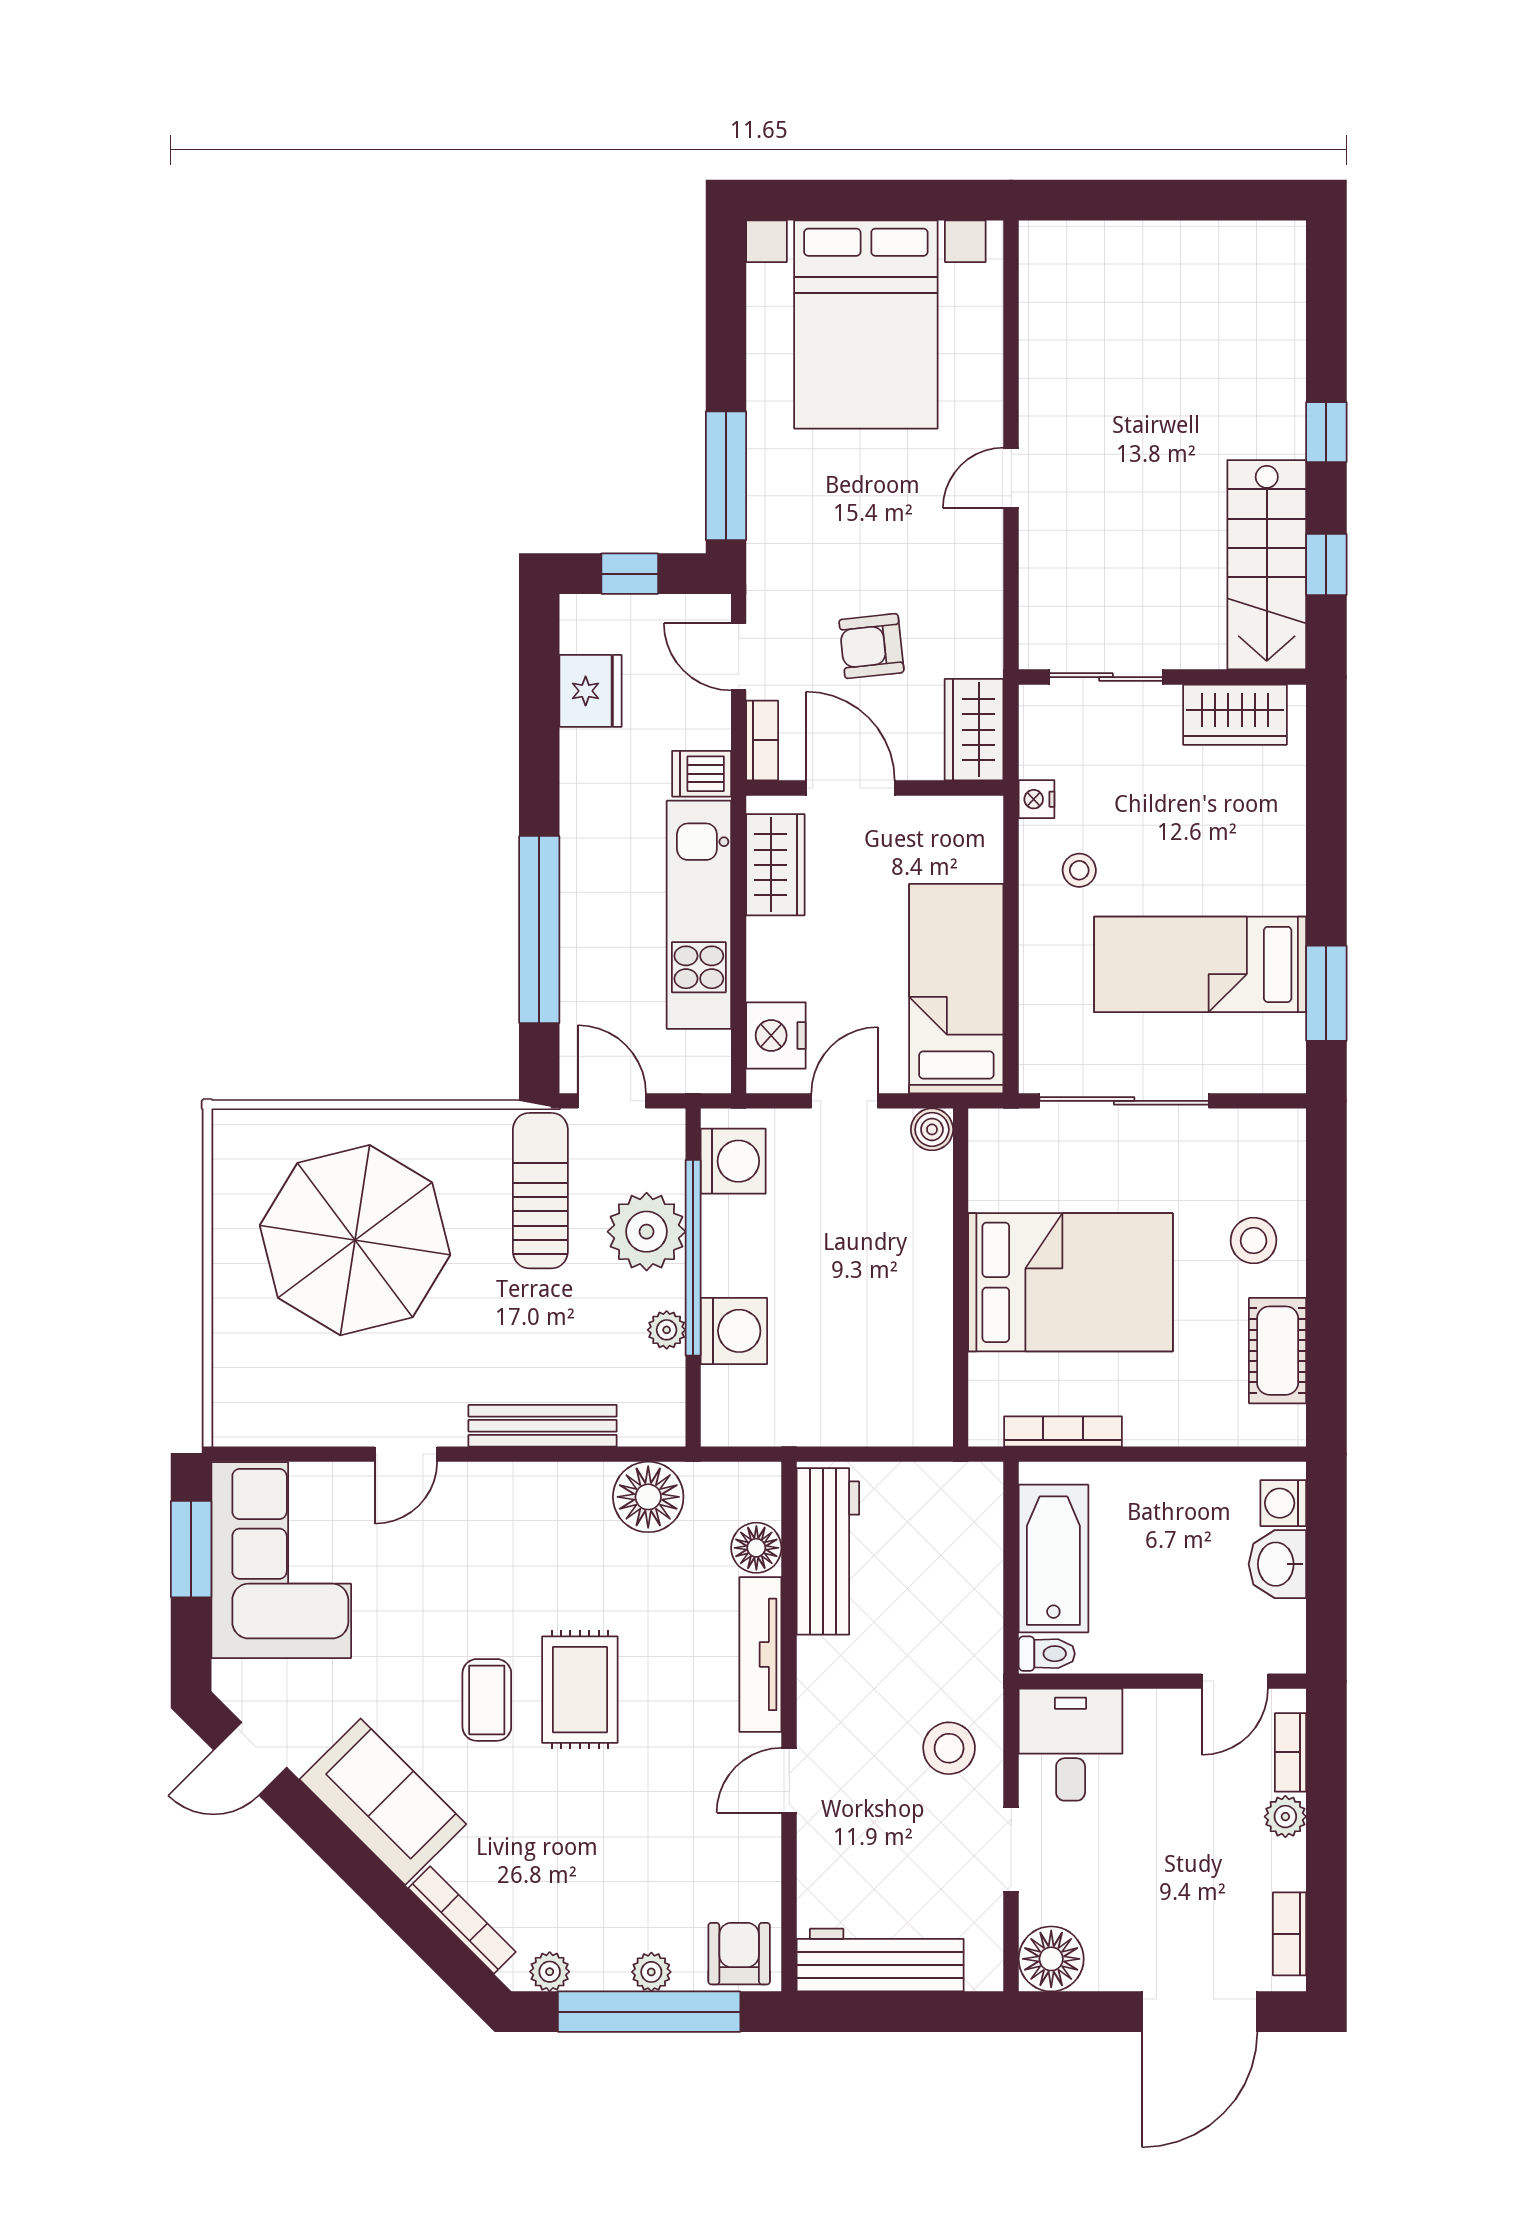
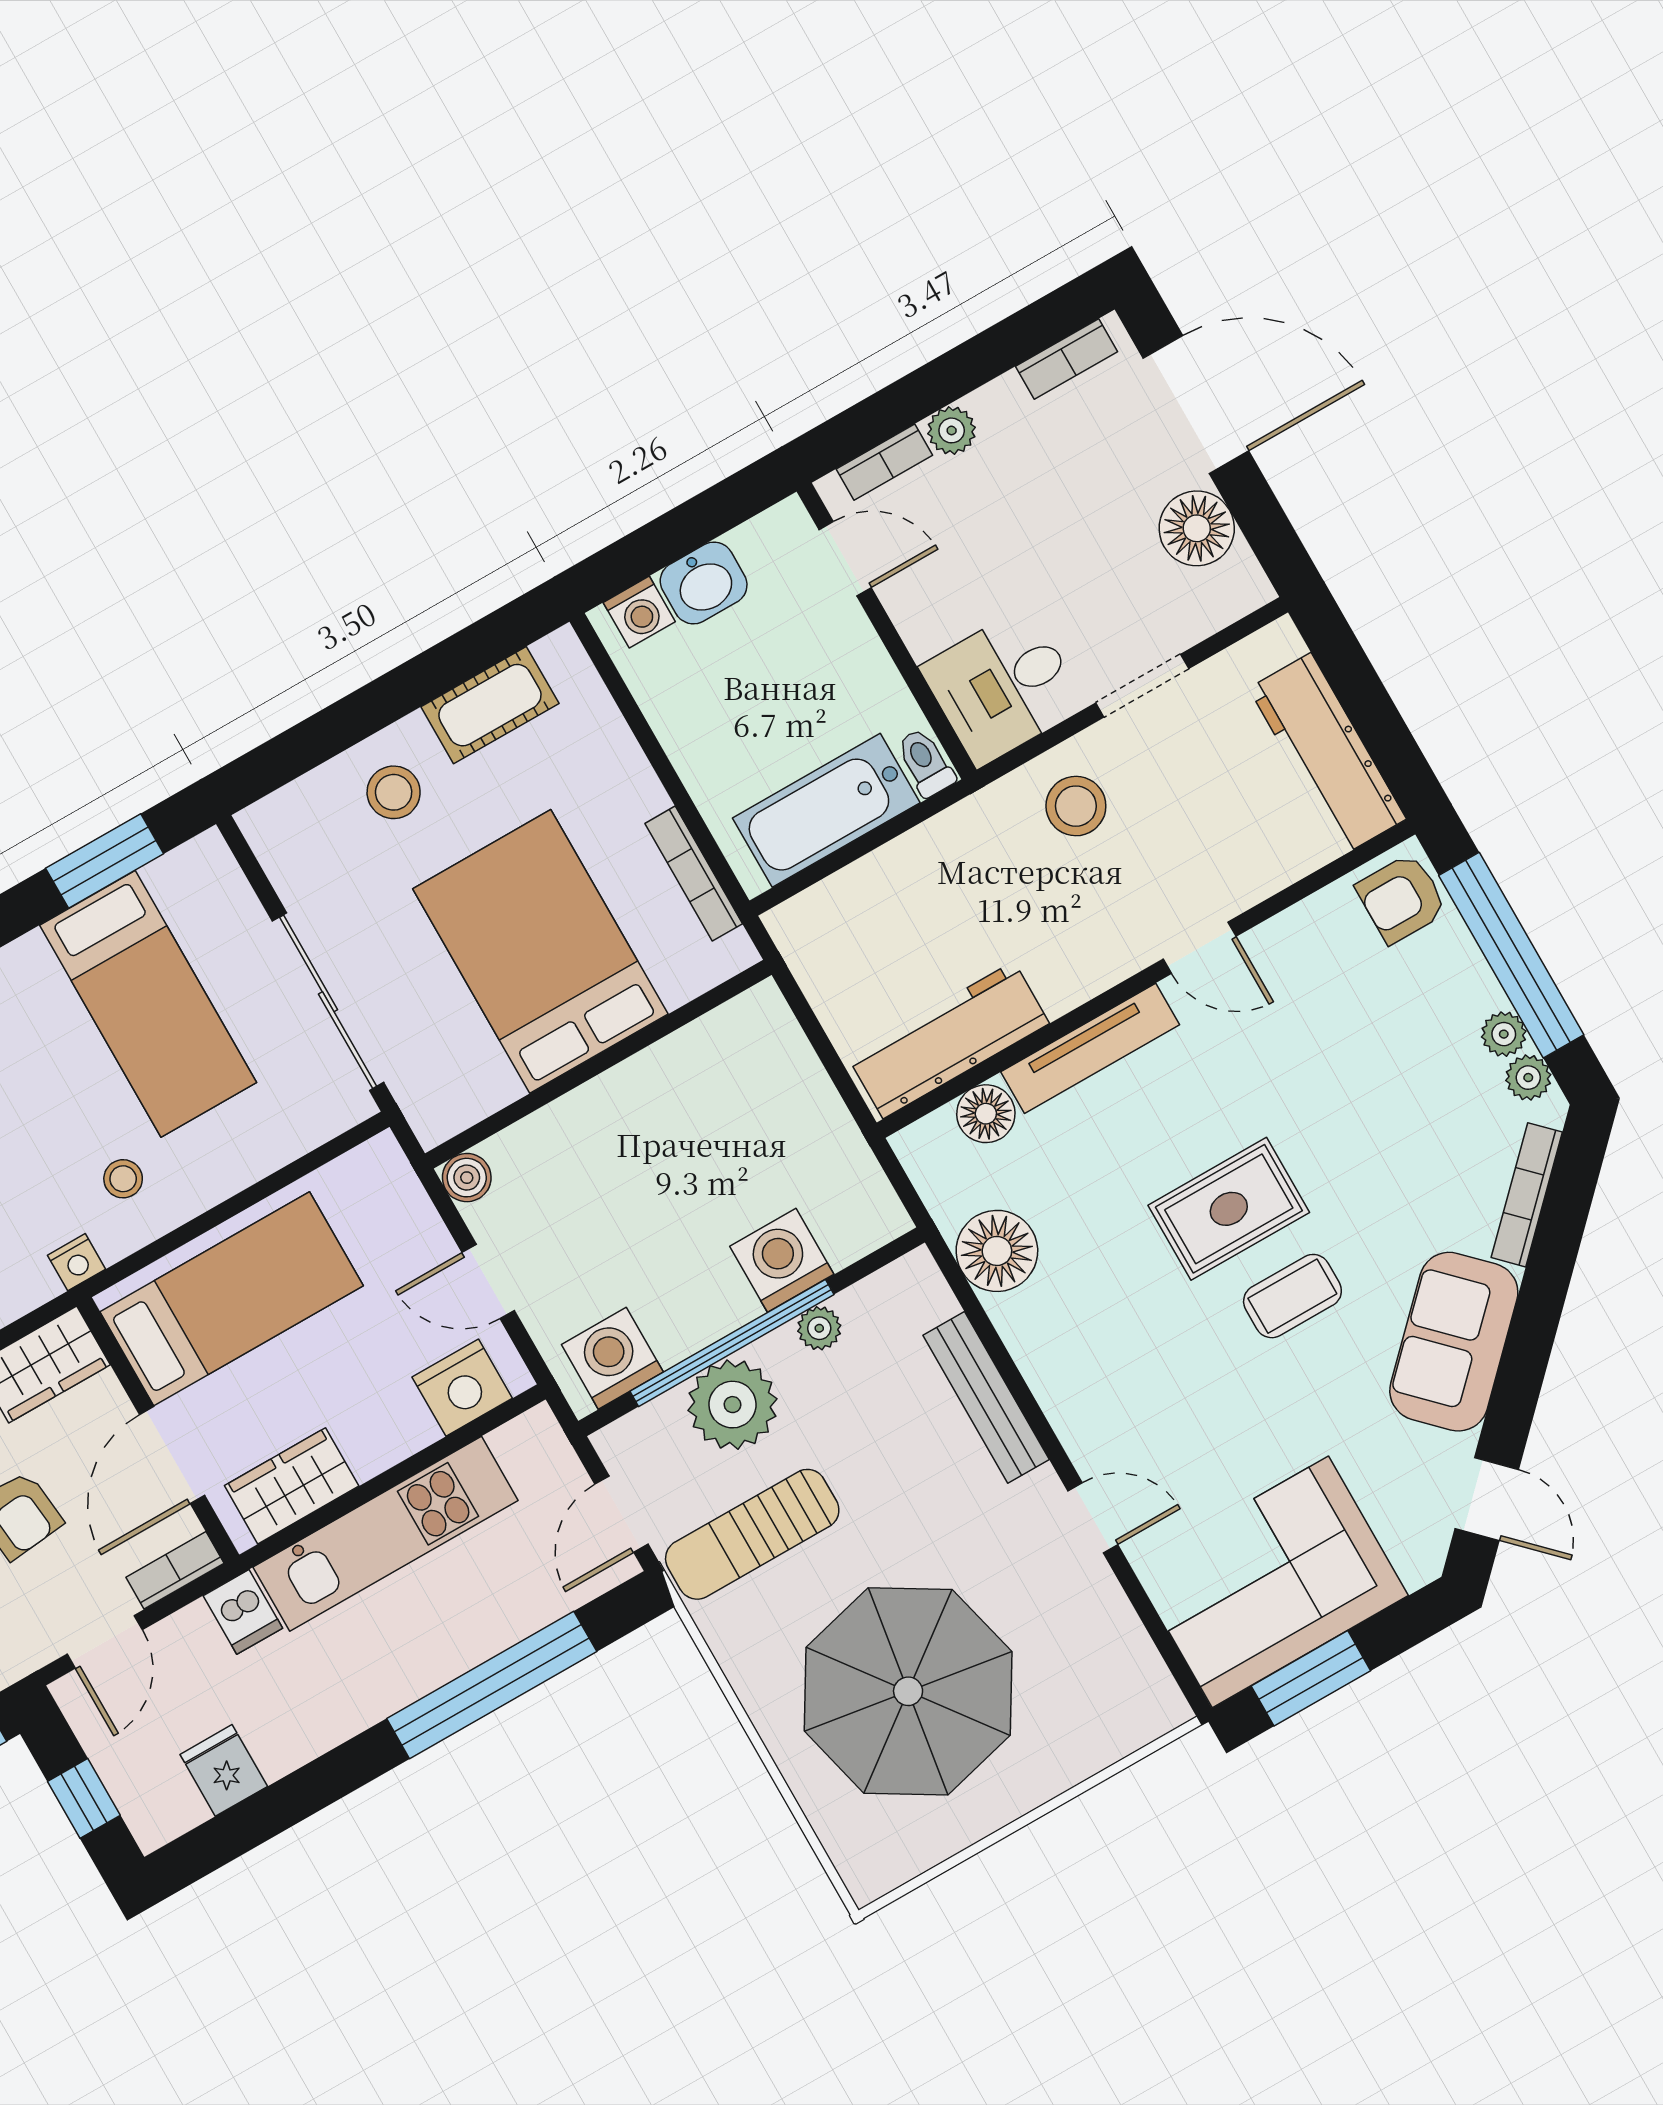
fridge: (590, 691) -> (224, 1770), width x0.72
bed: (956, 989) -> (232, 1299), moved, turned 180
floor lamp: (1051, 1959) -> (1197, 528), moved
plant: (651, 1972) -> (1504, 1034), moved

